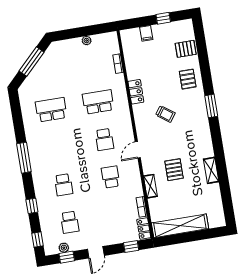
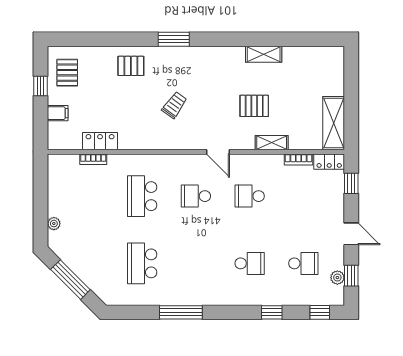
plant: (87, 41) -> (54, 224), moved
pallet: (186, 49) -> (67, 73), moved
locker: (136, 92) -> (100, 141), moved
school desk: (104, 139) -> (196, 196), turned 180
window: (24, 158) -> (181, 312), moved
shelving: (180, 226) -> (334, 123), width x0.68

